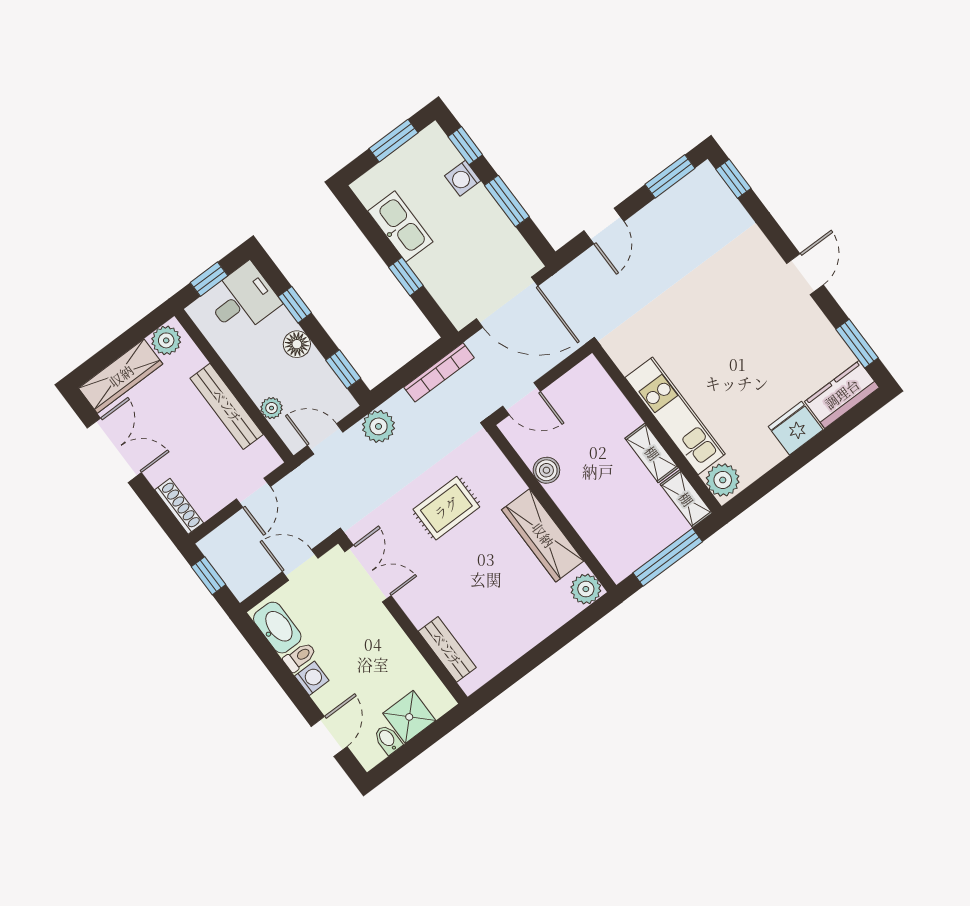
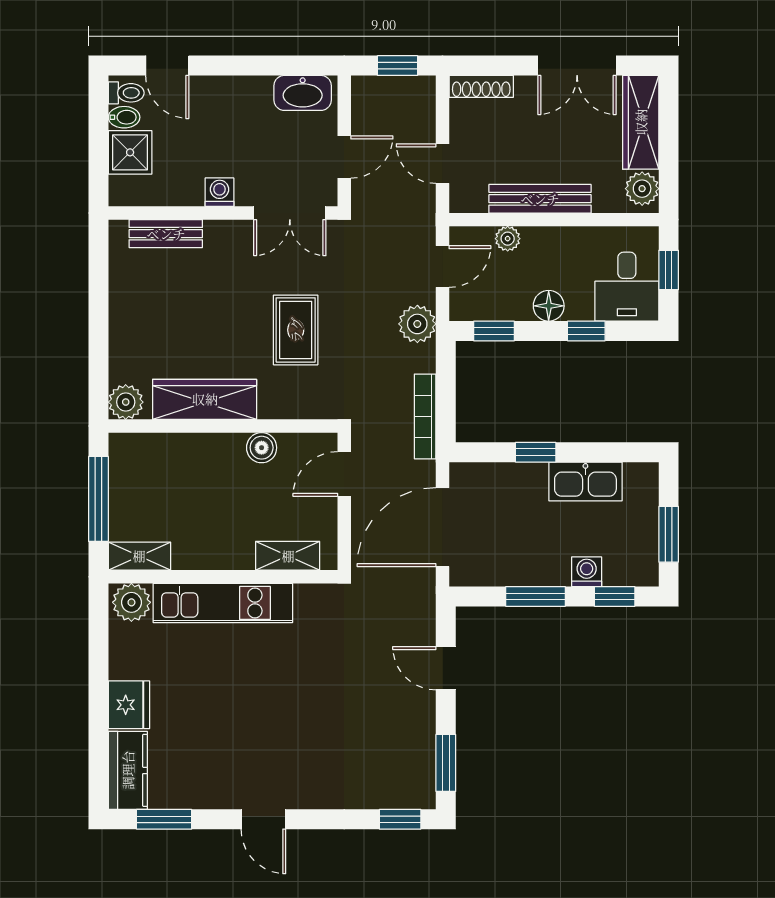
shelving: (652, 453) -> (288, 556), moved
toilet: (300, 657) -> (126, 93), moved, turned -90
washing machine: (312, 678) -> (220, 192), moved, turned 180

